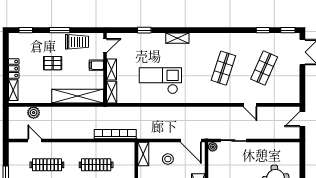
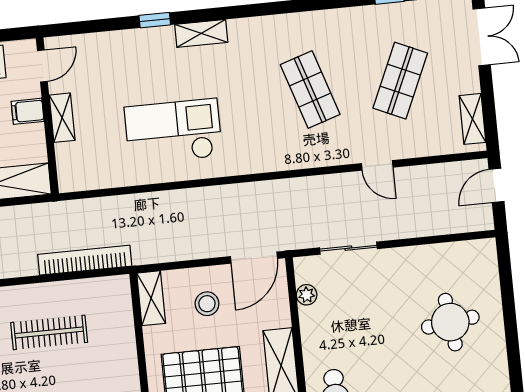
window: (144, 30) -> (155, 20), moved
shop shelf: (223, 68) -> (310, 90), turned -36
shelving: (112, 92) -> (473, 119), moved
door: (191, 141) -> (254, 258), hinge flipped
plant: (213, 147) -> (307, 295), moved

